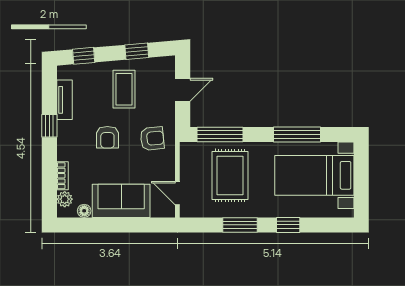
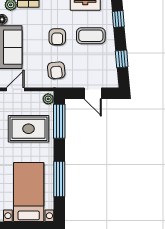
coffee table: (124, 89) -> (91, 36), moved
armchair: (107, 137) -> (57, 37), turned -90
plant: (190, 149) -> (48, 99), added

